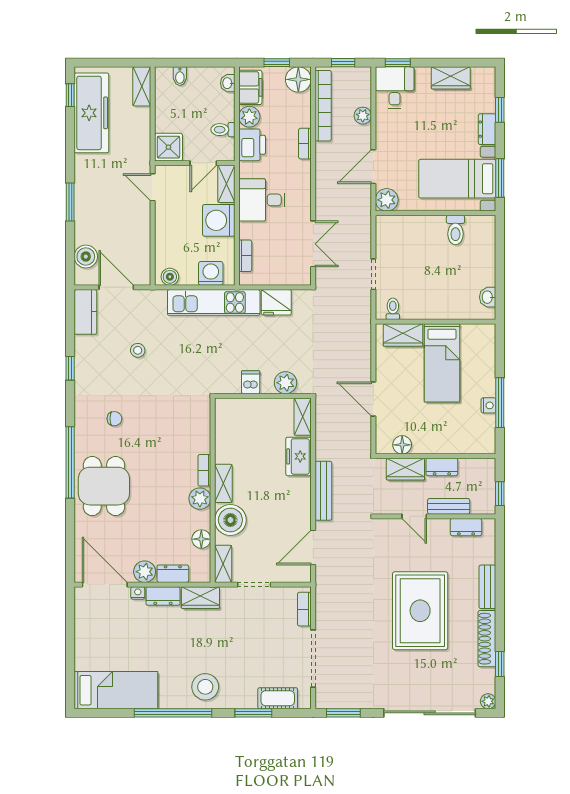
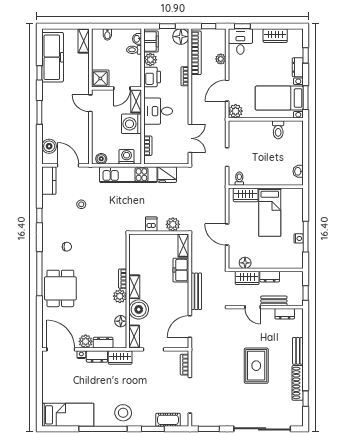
window: (70, 95) -> (39, 73), moved
toilet: (223, 130) -> (134, 50), moved
rug: (420, 611) -> (256, 366), width x0.73, depth x0.69
plant: (488, 701) -> (298, 422), removed

